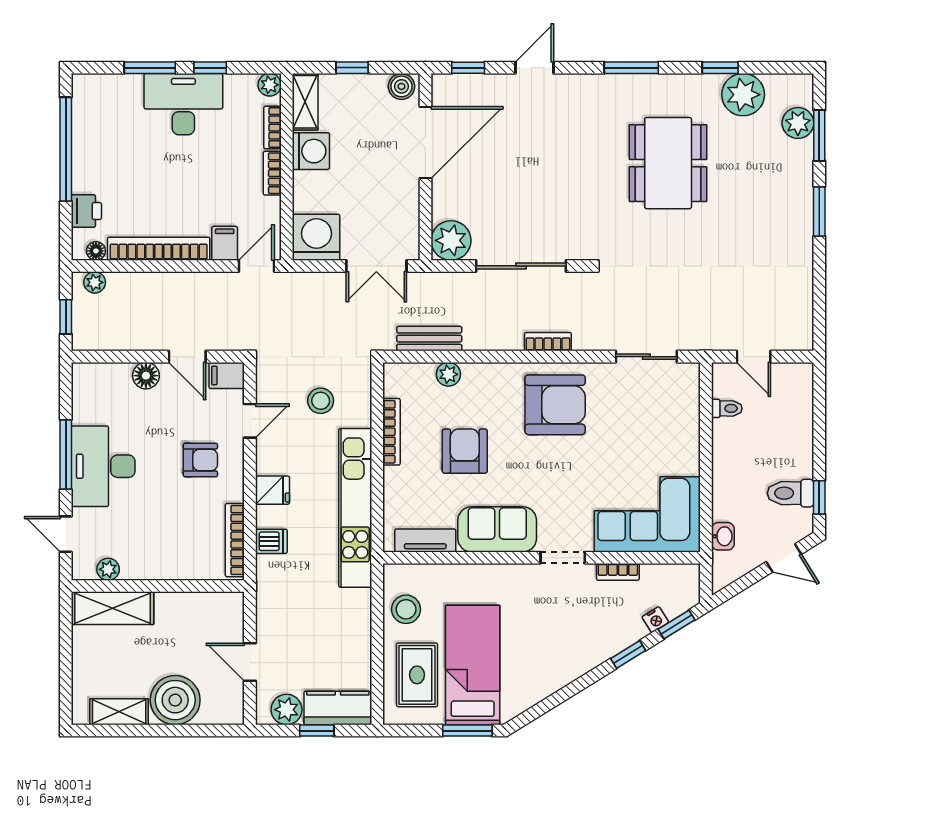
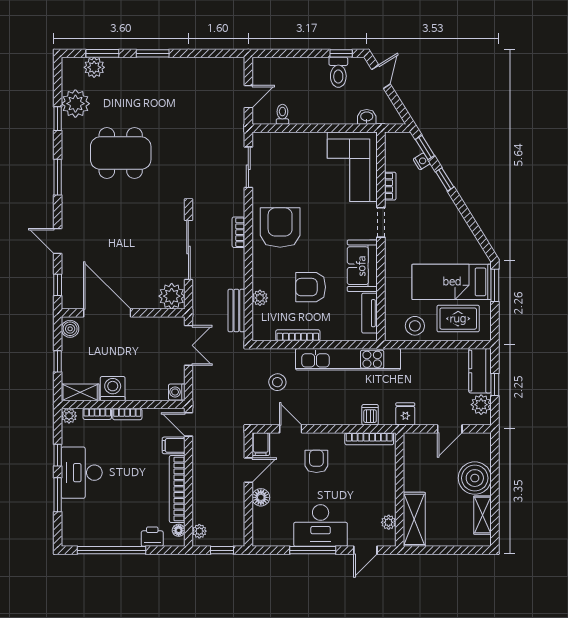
washing machine: (317, 237) -> (177, 392), width x0.53, depth x0.53
fridge: (272, 490) -> (405, 414), moved

